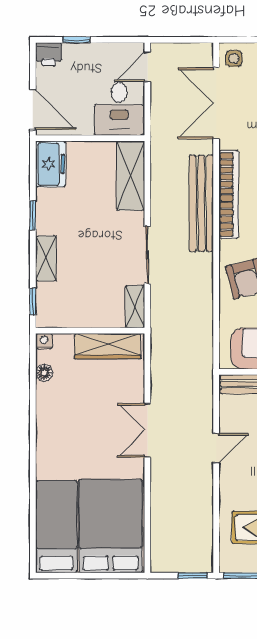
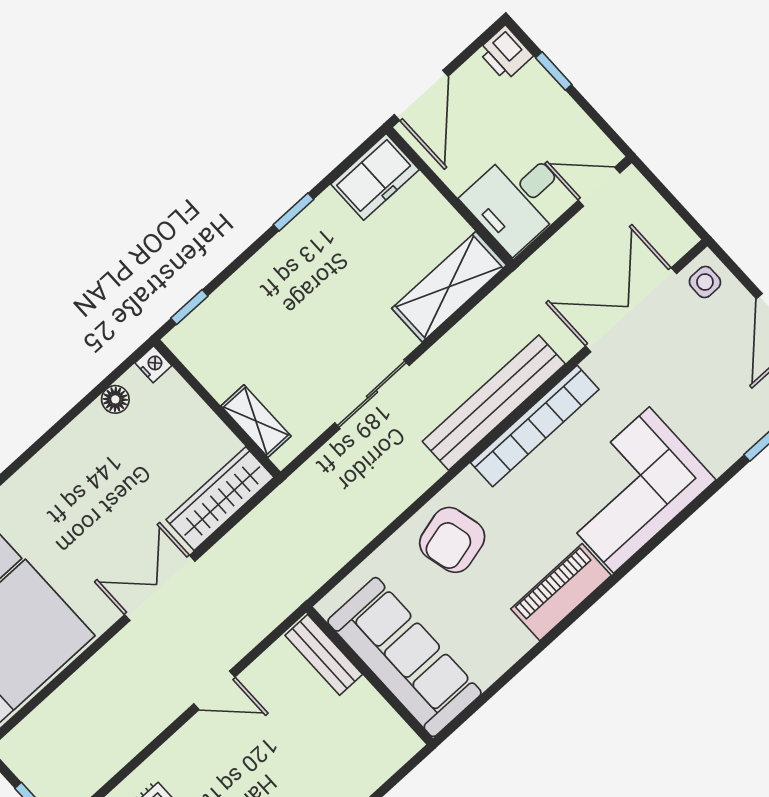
shelving: (46, 258) -> (256, 275), removed
shelving: (135, 307) -> (256, 421), moved, turned 90
wardrobe: (108, 346) -> (220, 499), moved, turned 90

